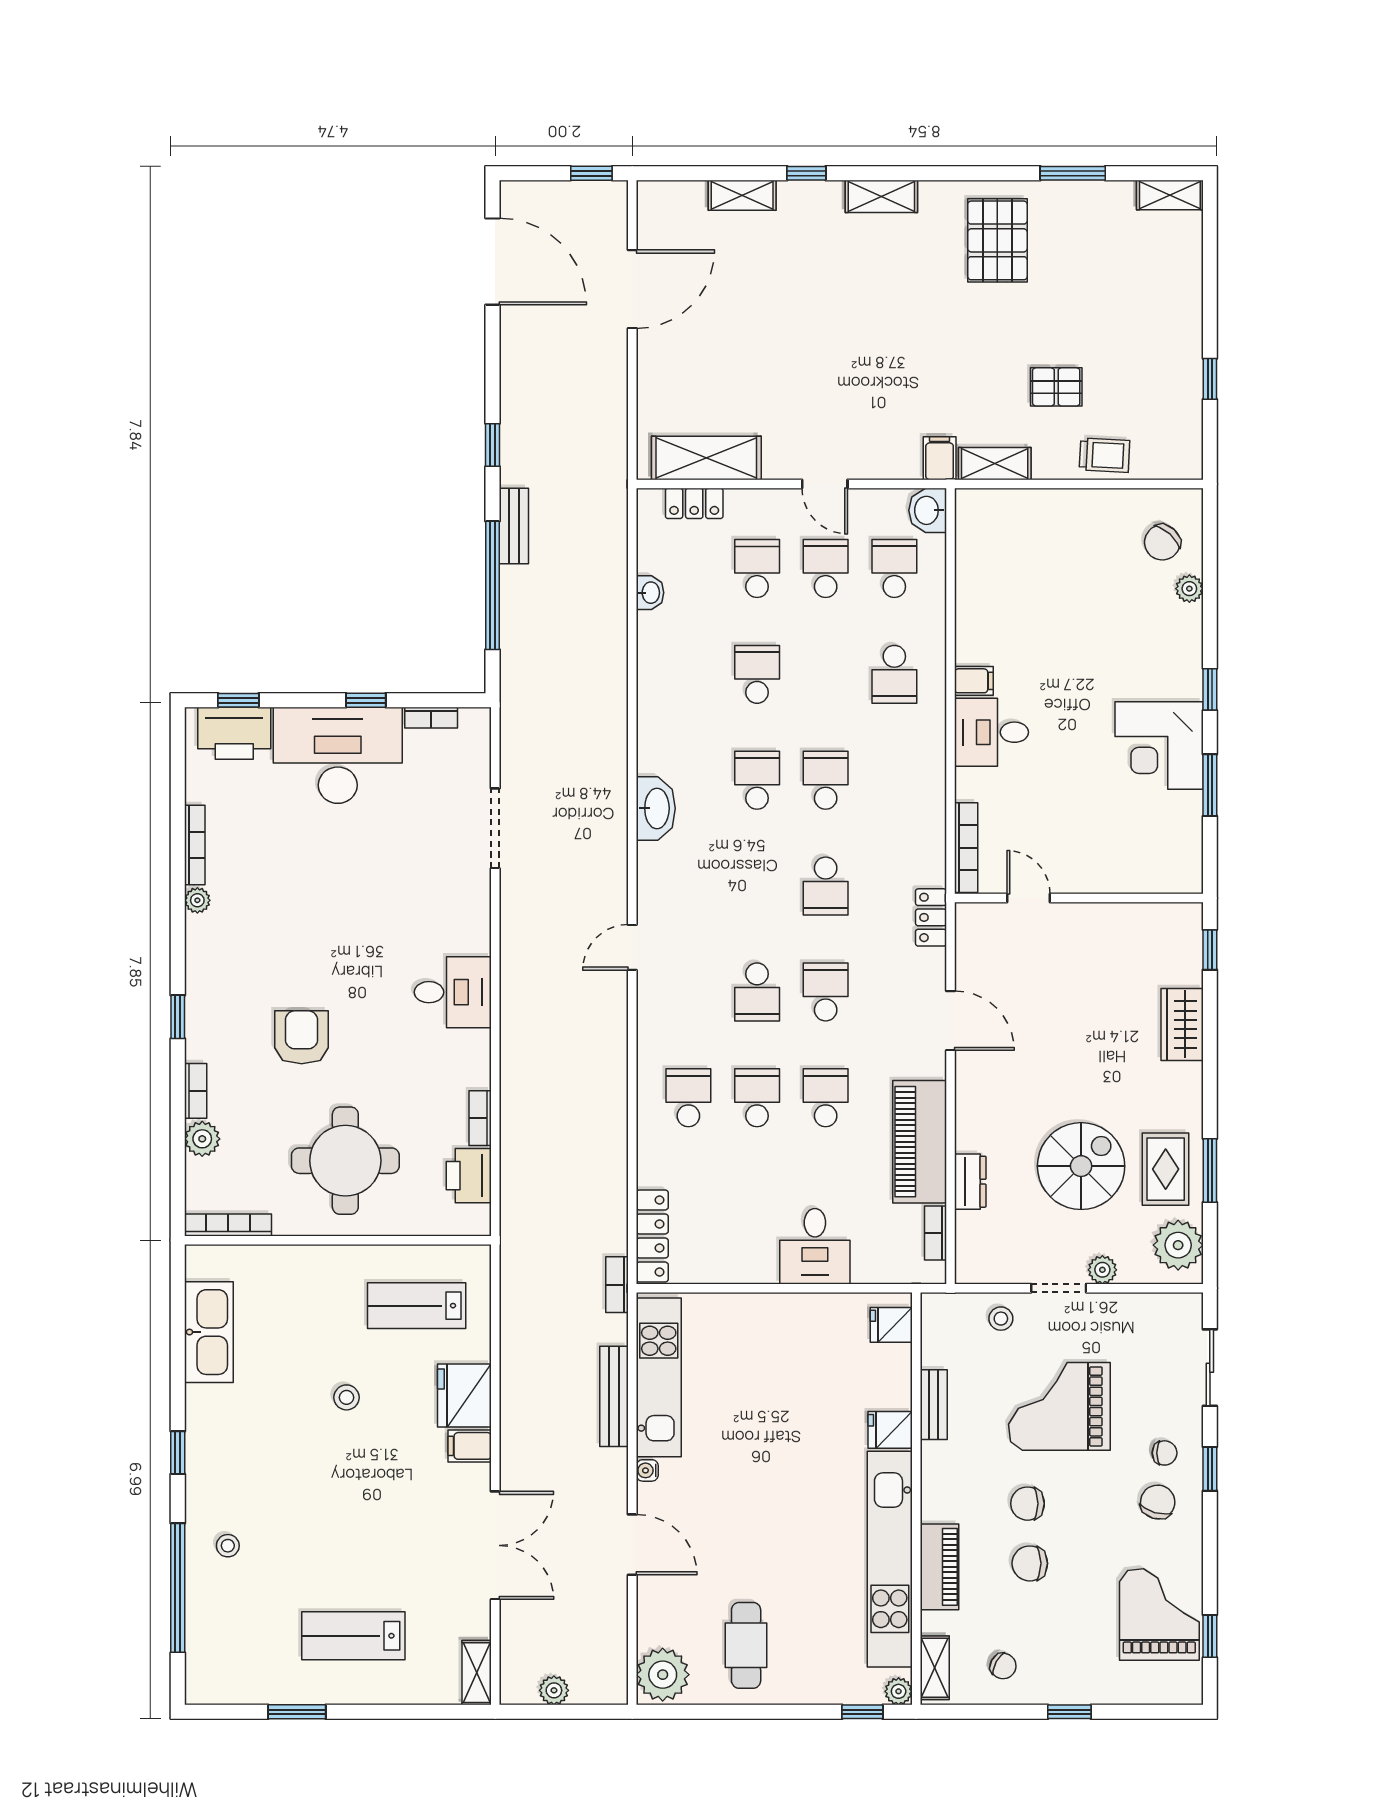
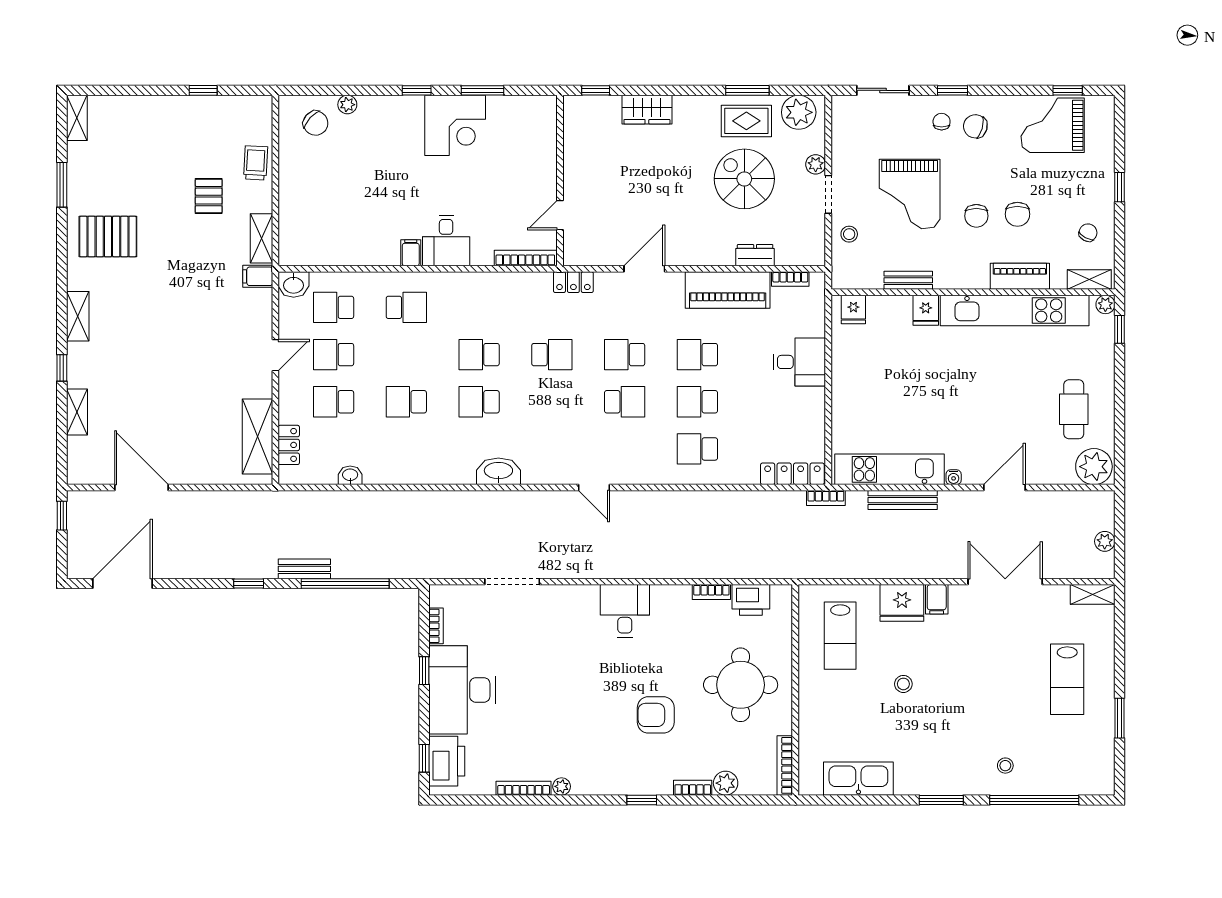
window: (178, 1453) -> (941, 800), width x1.50
cafe table: (746, 1645) -> (1074, 409), turned 90

